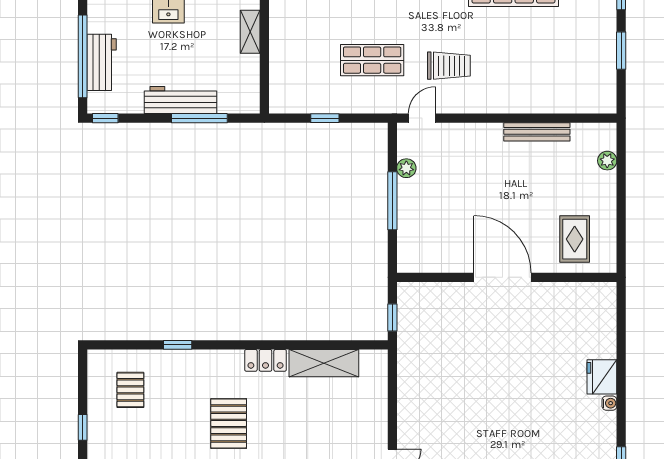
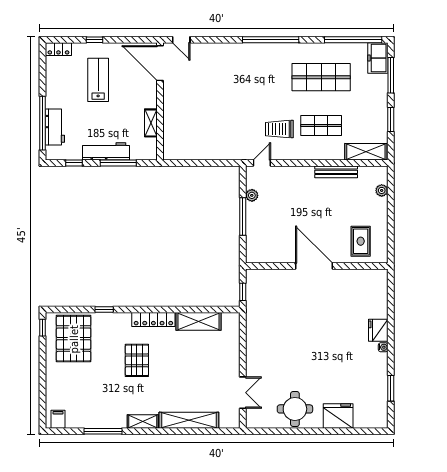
shelving: (250, 32) -> (151, 123), moved
shop shelf: (372, 60) -> (321, 125), moved
trolley: (449, 66) -> (279, 129), turned 180
shelving: (583, 101) -> (366, 152), added
window: (105, 118) -> (74, 163), moved
window: (325, 118) -> (199, 163), removed
locker: (265, 360) -> (153, 320), width x1.53
pallet: (130, 390) -> (74, 339), width x2.05, depth x2.00
window: (83, 427) -> (43, 328), moved

